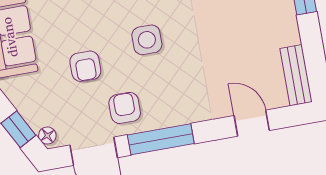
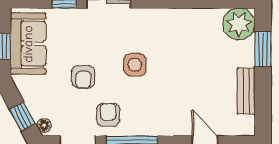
bench: (296, 75) -> (246, 91), moved

